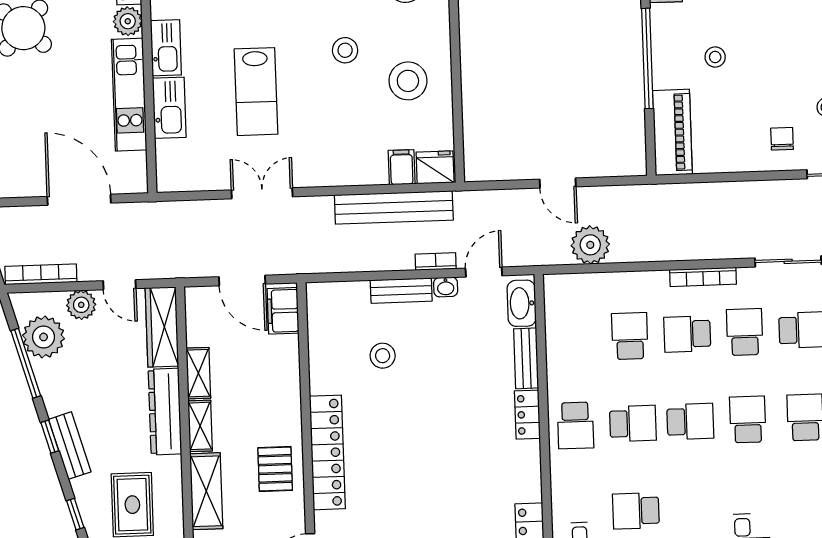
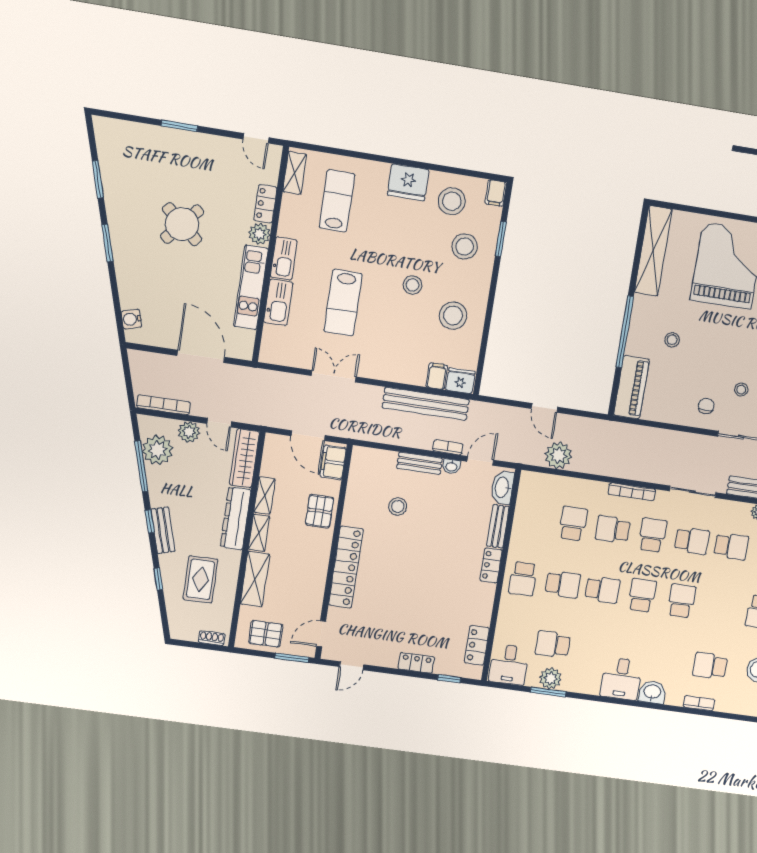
pallet: (275, 469) -> (320, 511), moved

